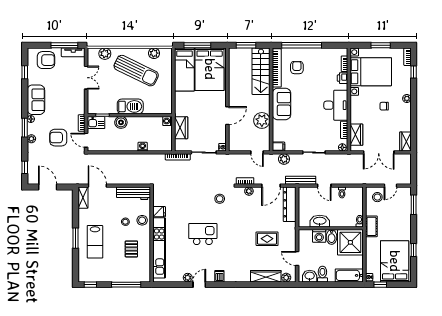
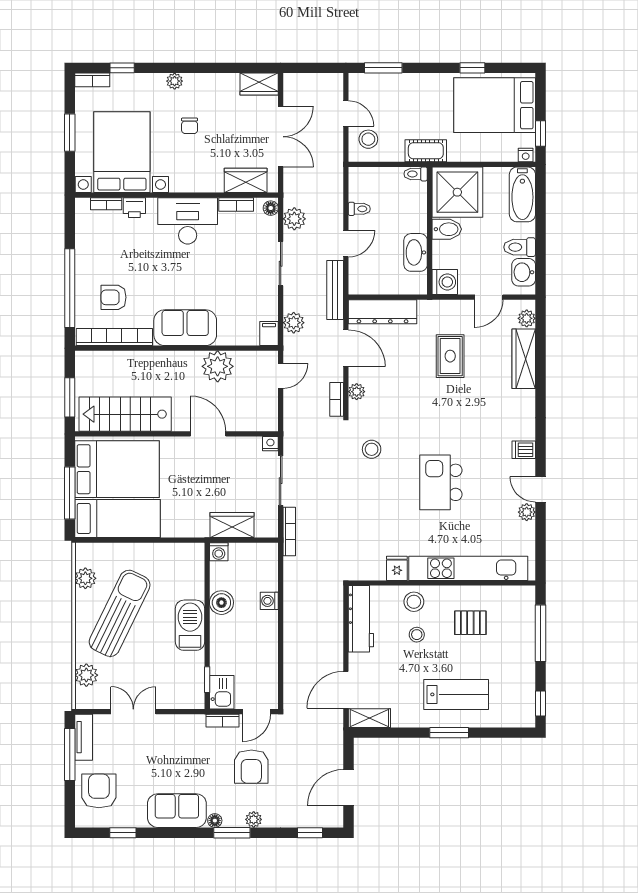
stairs: (261, 71) -> (125, 414), moved, turned 180
boiler: (121, 122) -> (221, 603), moved
plant: (337, 159) -> (294, 219), added
washing machine: (319, 236) -> (445, 282), moved

